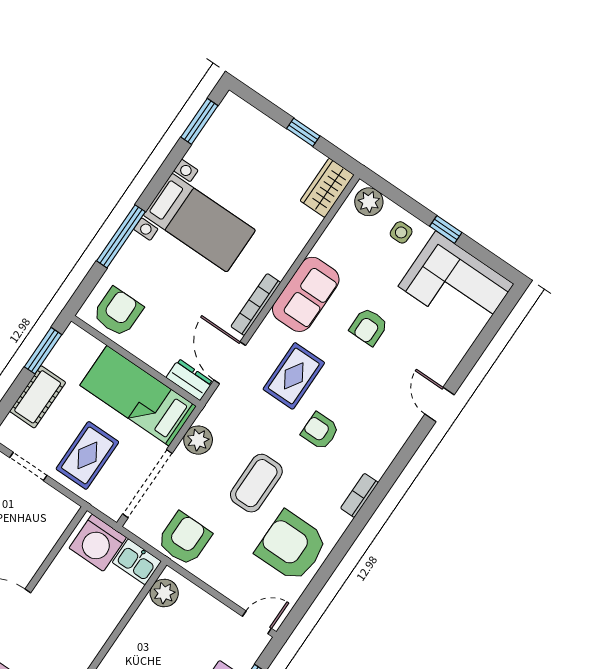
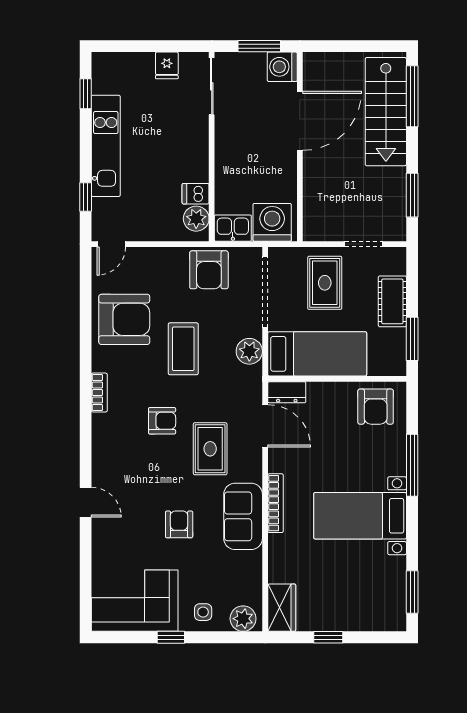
bookcase: (256, 305) -> (275, 503), moved
dishwasher: (149, 616) -> (196, 194), added

